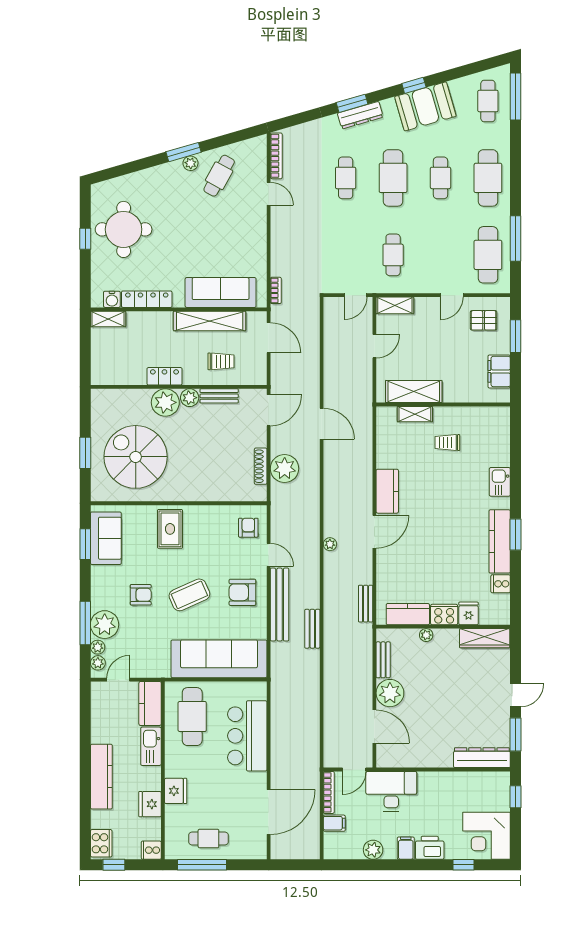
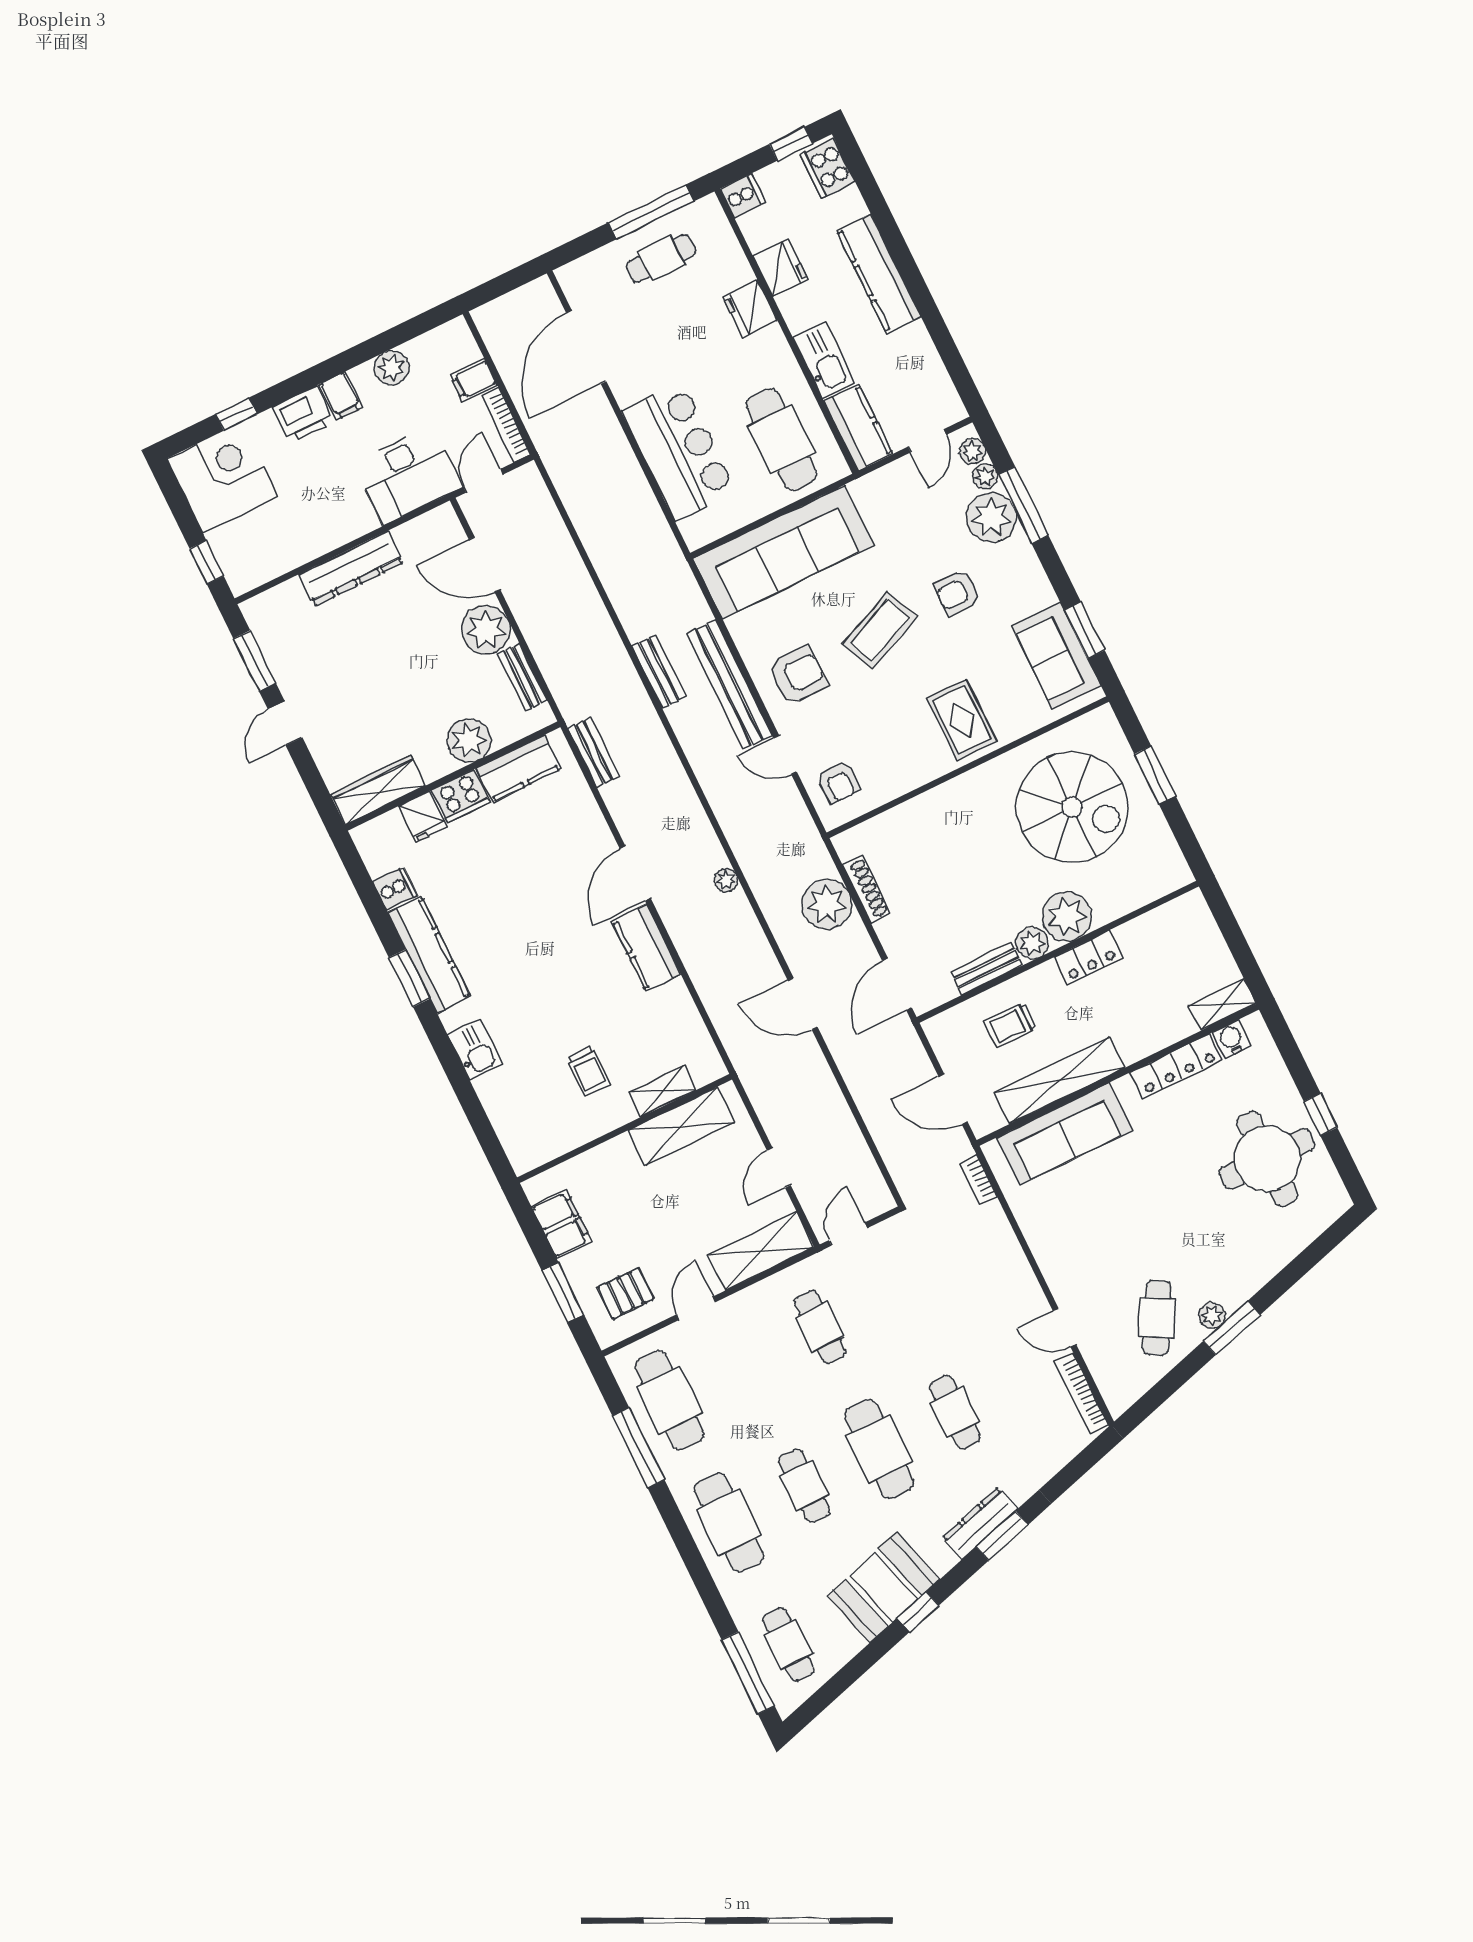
shelving: (395, 305) -> (761, 1251), width x1.50, depth x1.33
trolley: (447, 443) -> (589, 1071), turned 90
plant: (330, 544) -> (726, 880), moved
plant: (426, 635) -> (469, 740), width x1.88, depth x1.88
dresser: (482, 758) -> (351, 568), moved

